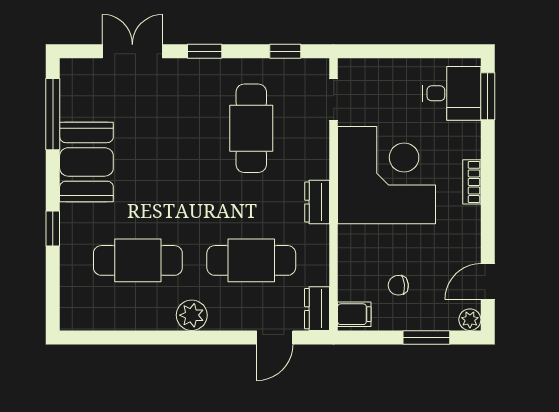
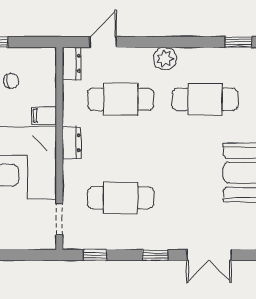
cafe table: (251, 128) -> (121, 198), turned 90
filing cabinet: (354, 314) -> (44, 116), moved
window: (93, 337) -> (238, 42), added

